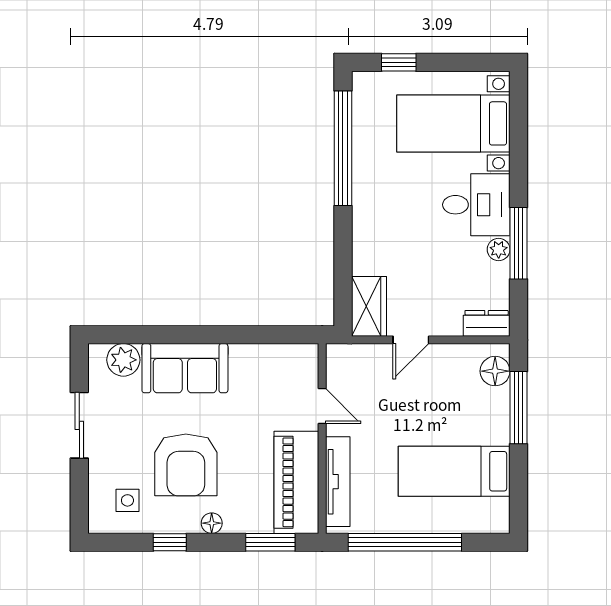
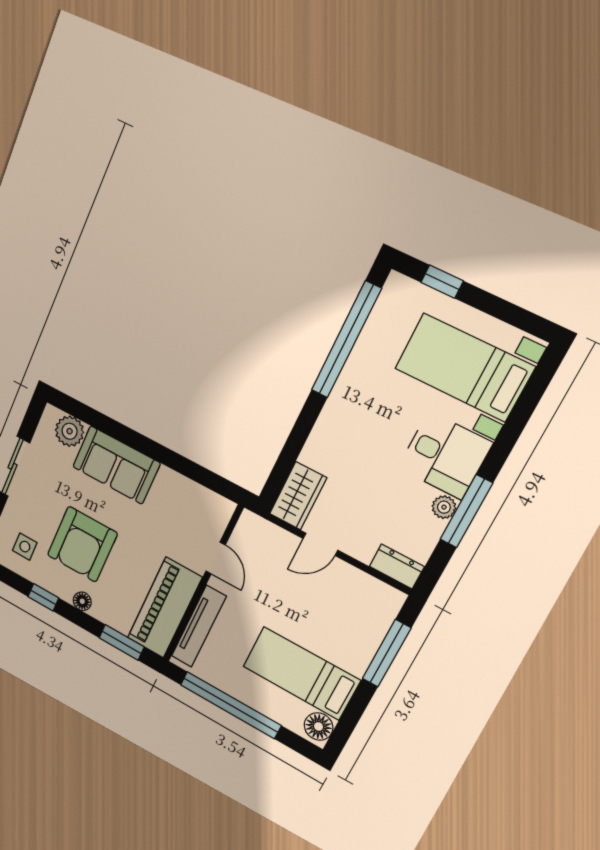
floor lamp: (495, 371) -> (319, 727), moved

